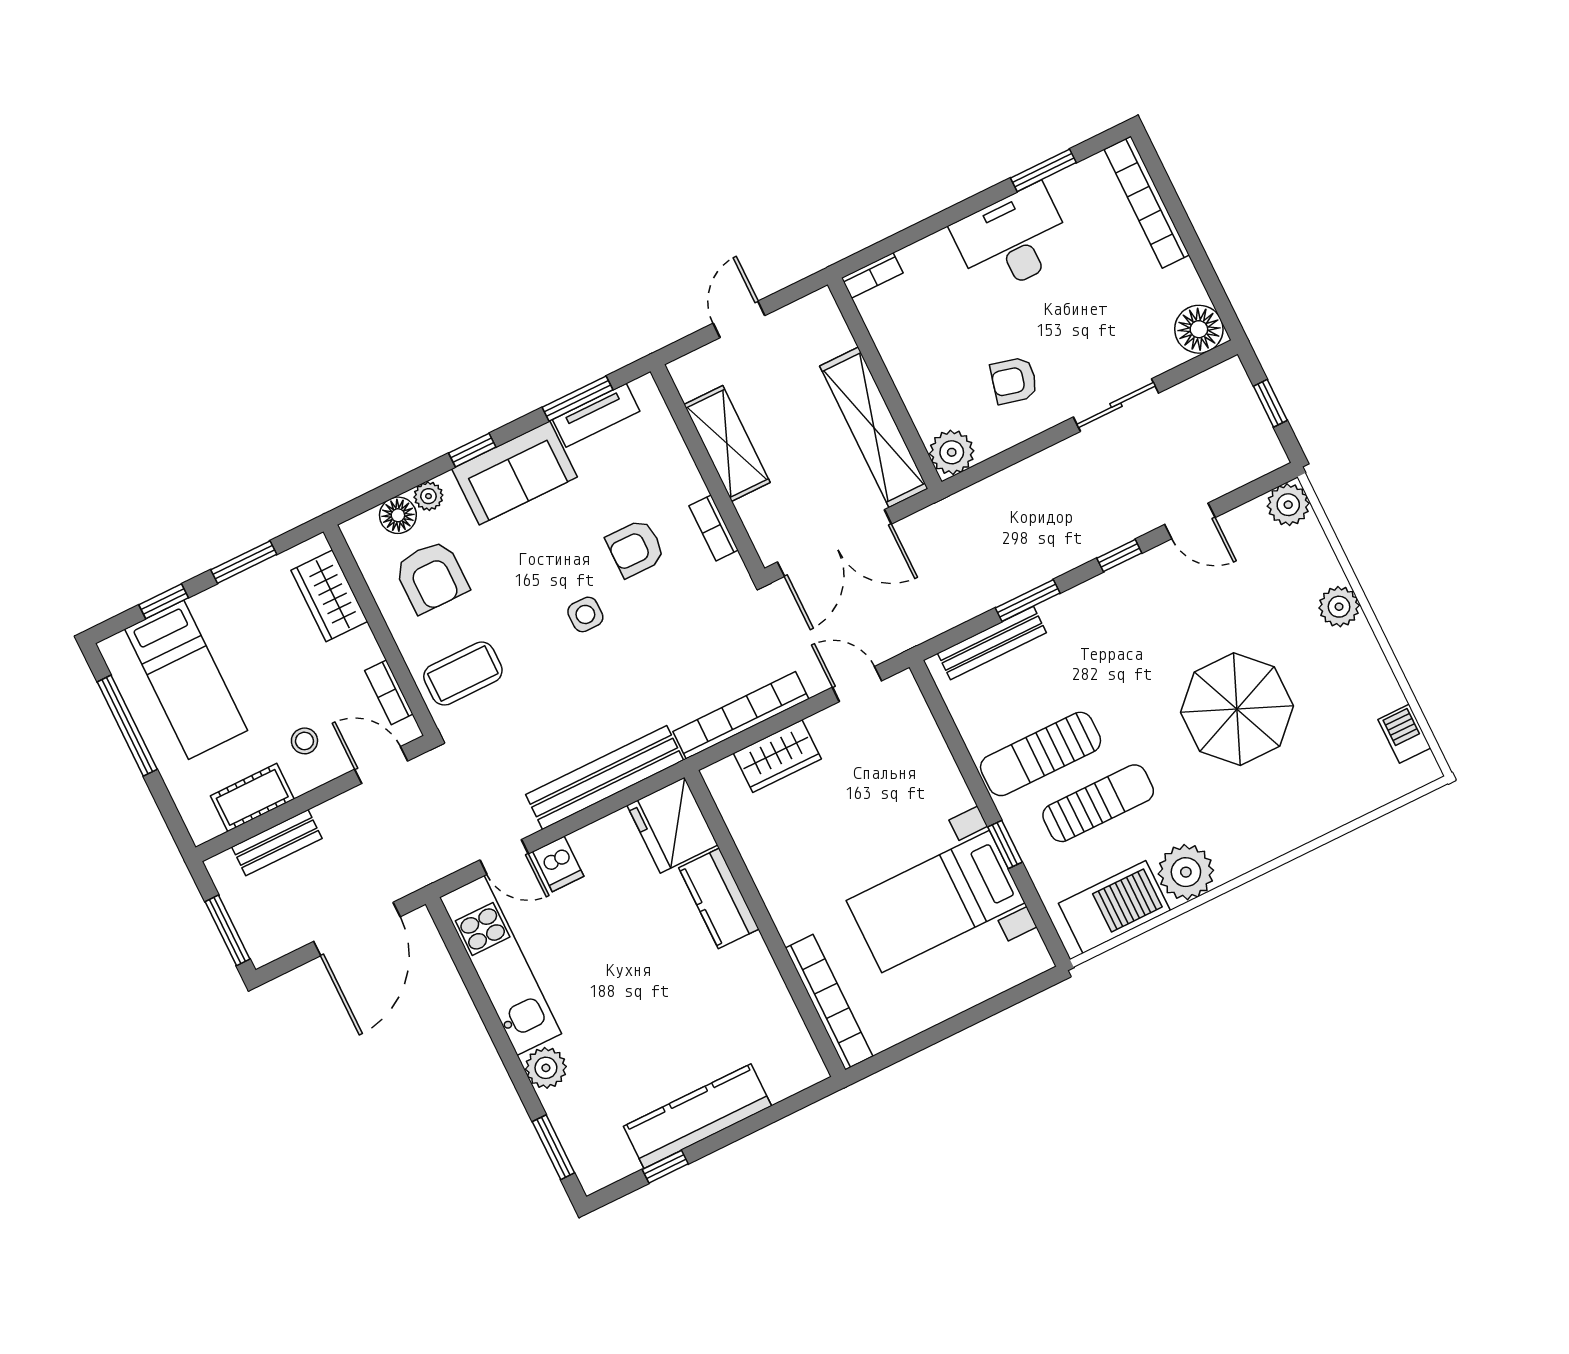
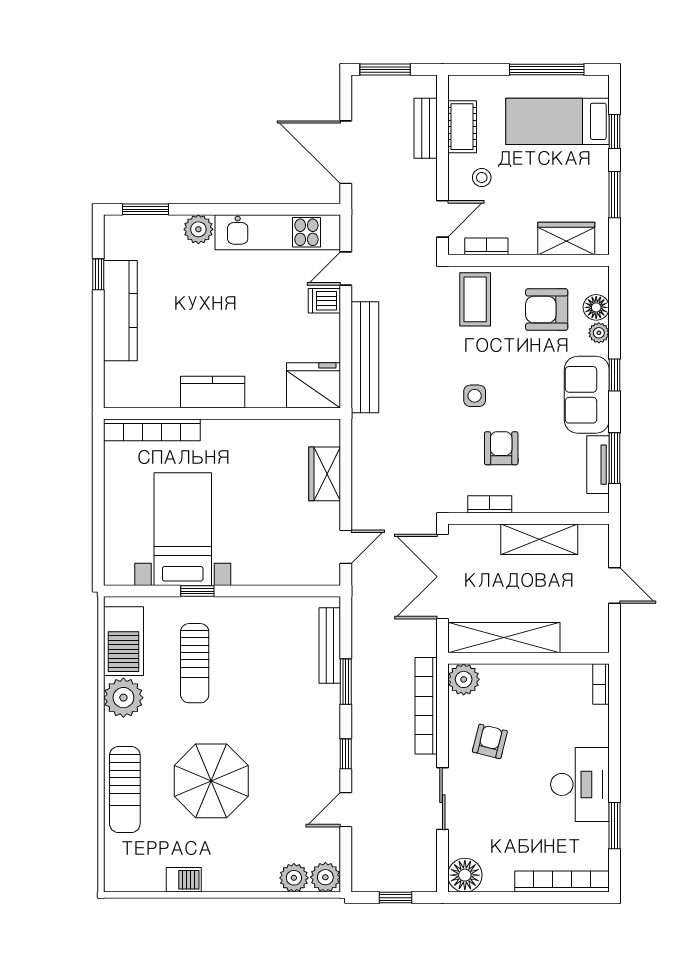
plant: (1339, 607) -> (294, 878), moved
bookcase: (741, 715) -> (426, 706), moved, turned 180
barbecue: (1404, 734) -> (184, 880), moved
sun lounger: (1041, 754) -> (125, 790), moved, turned 180
kitchen counter: (719, 898) -> (213, 392), moved

